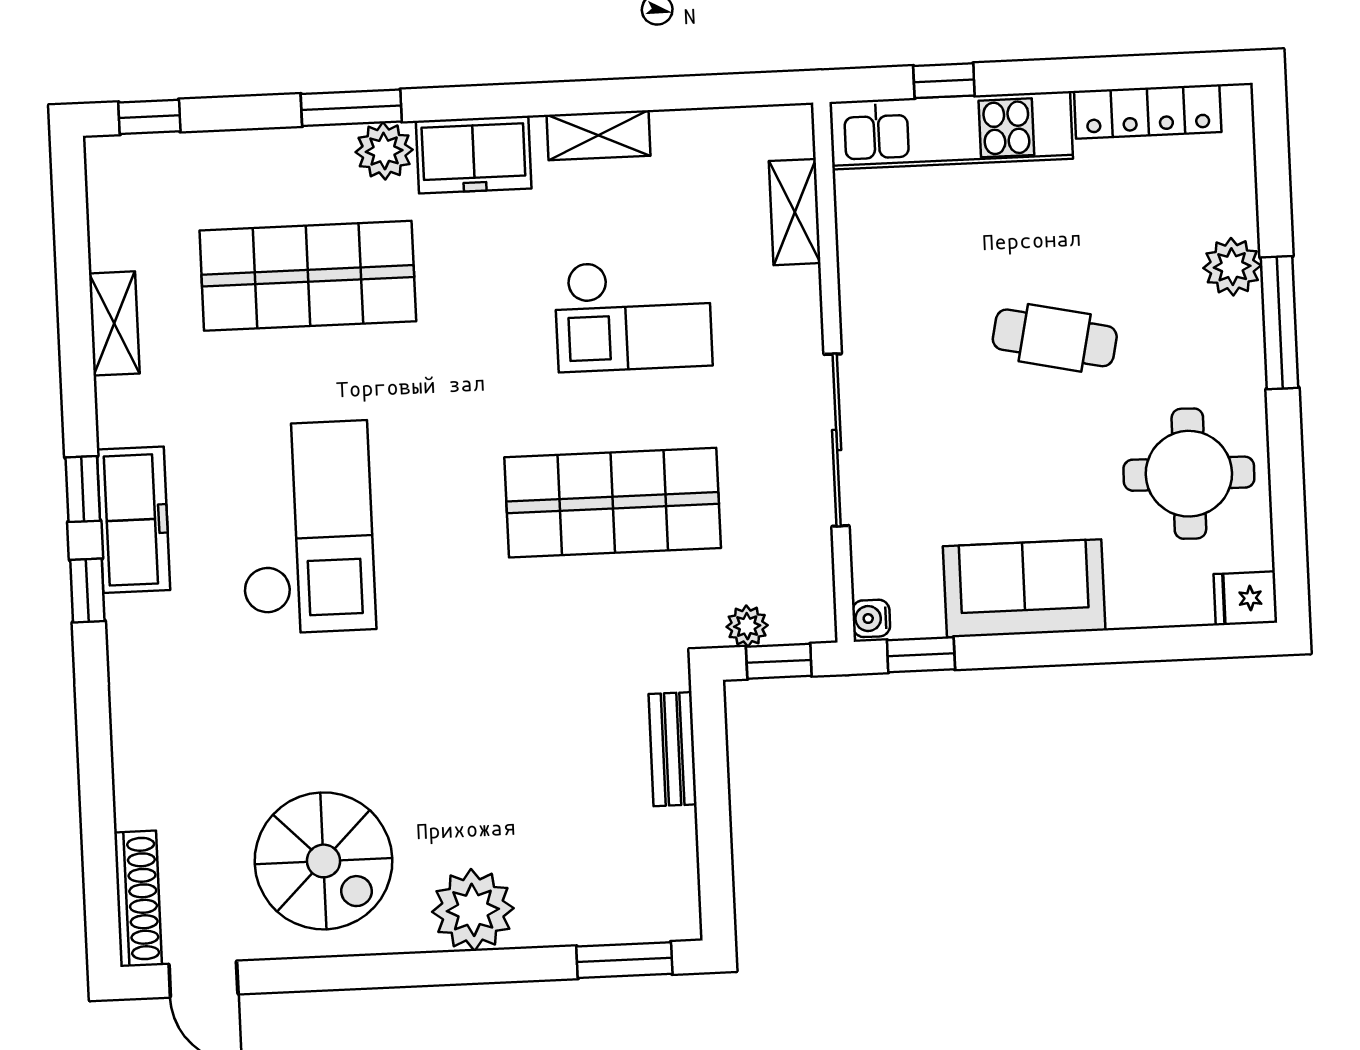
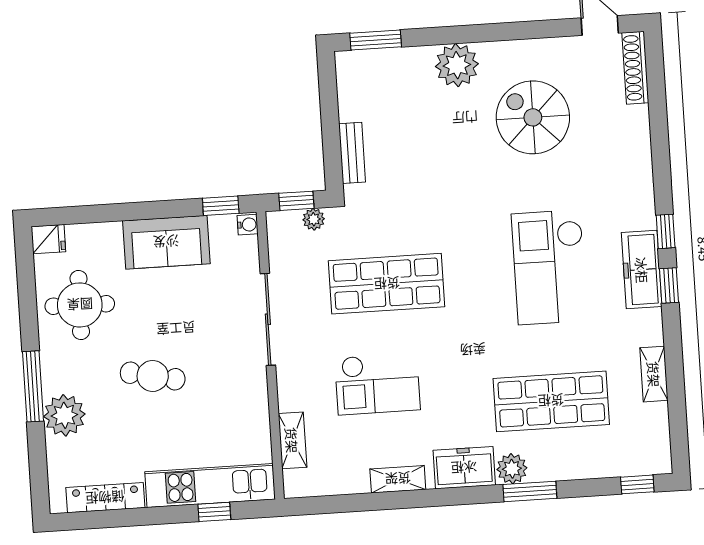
plant: (1232, 267) -> (64, 415), width x1.36, depth x1.36
checkout: (633, 315) -> (377, 384), turned 180
spiral stairs: (324, 861) -> (533, 117), moved

